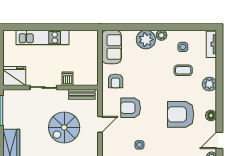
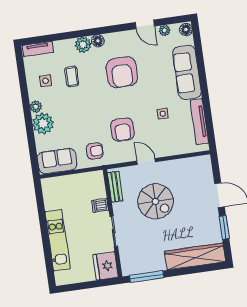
floor lamp: (211, 115) -> (98, 41), moved

